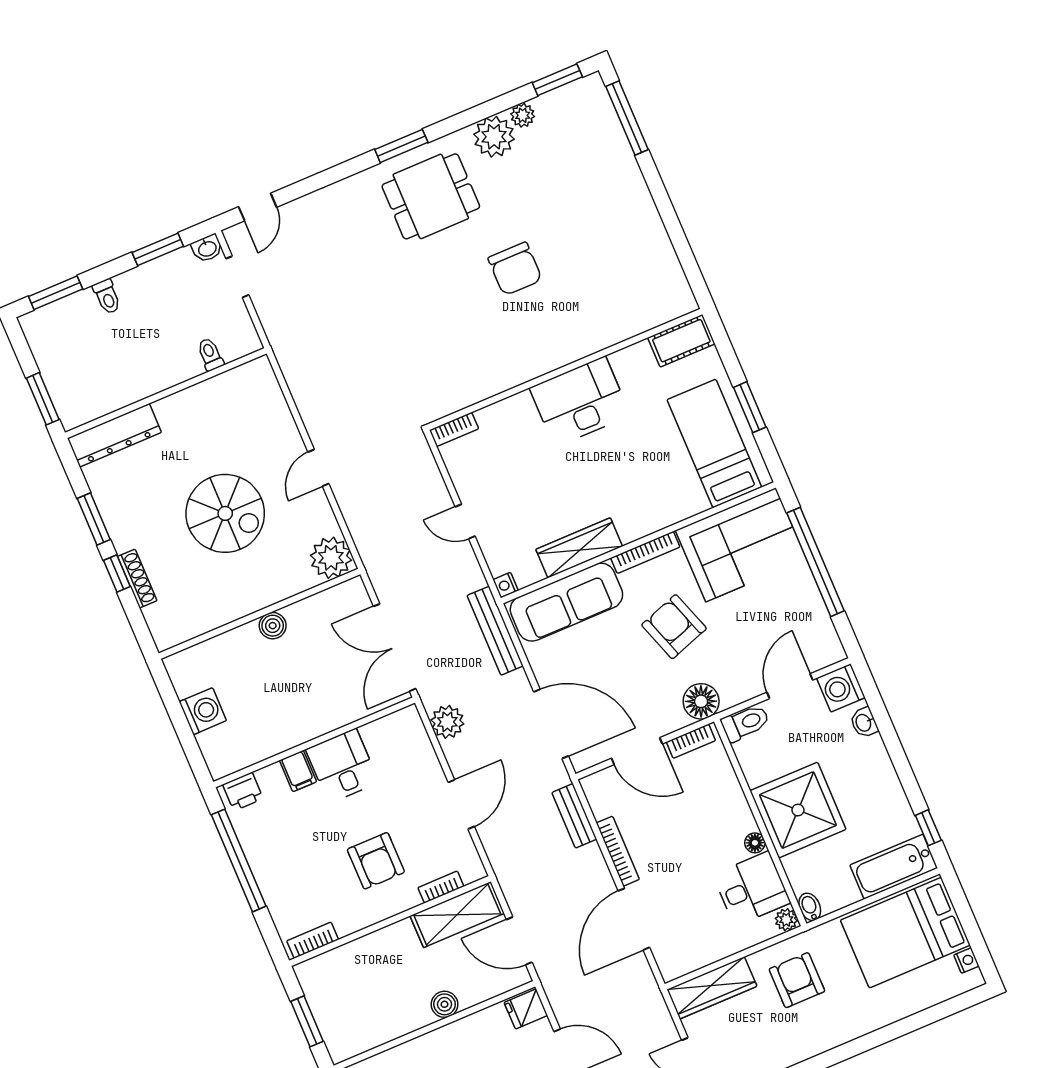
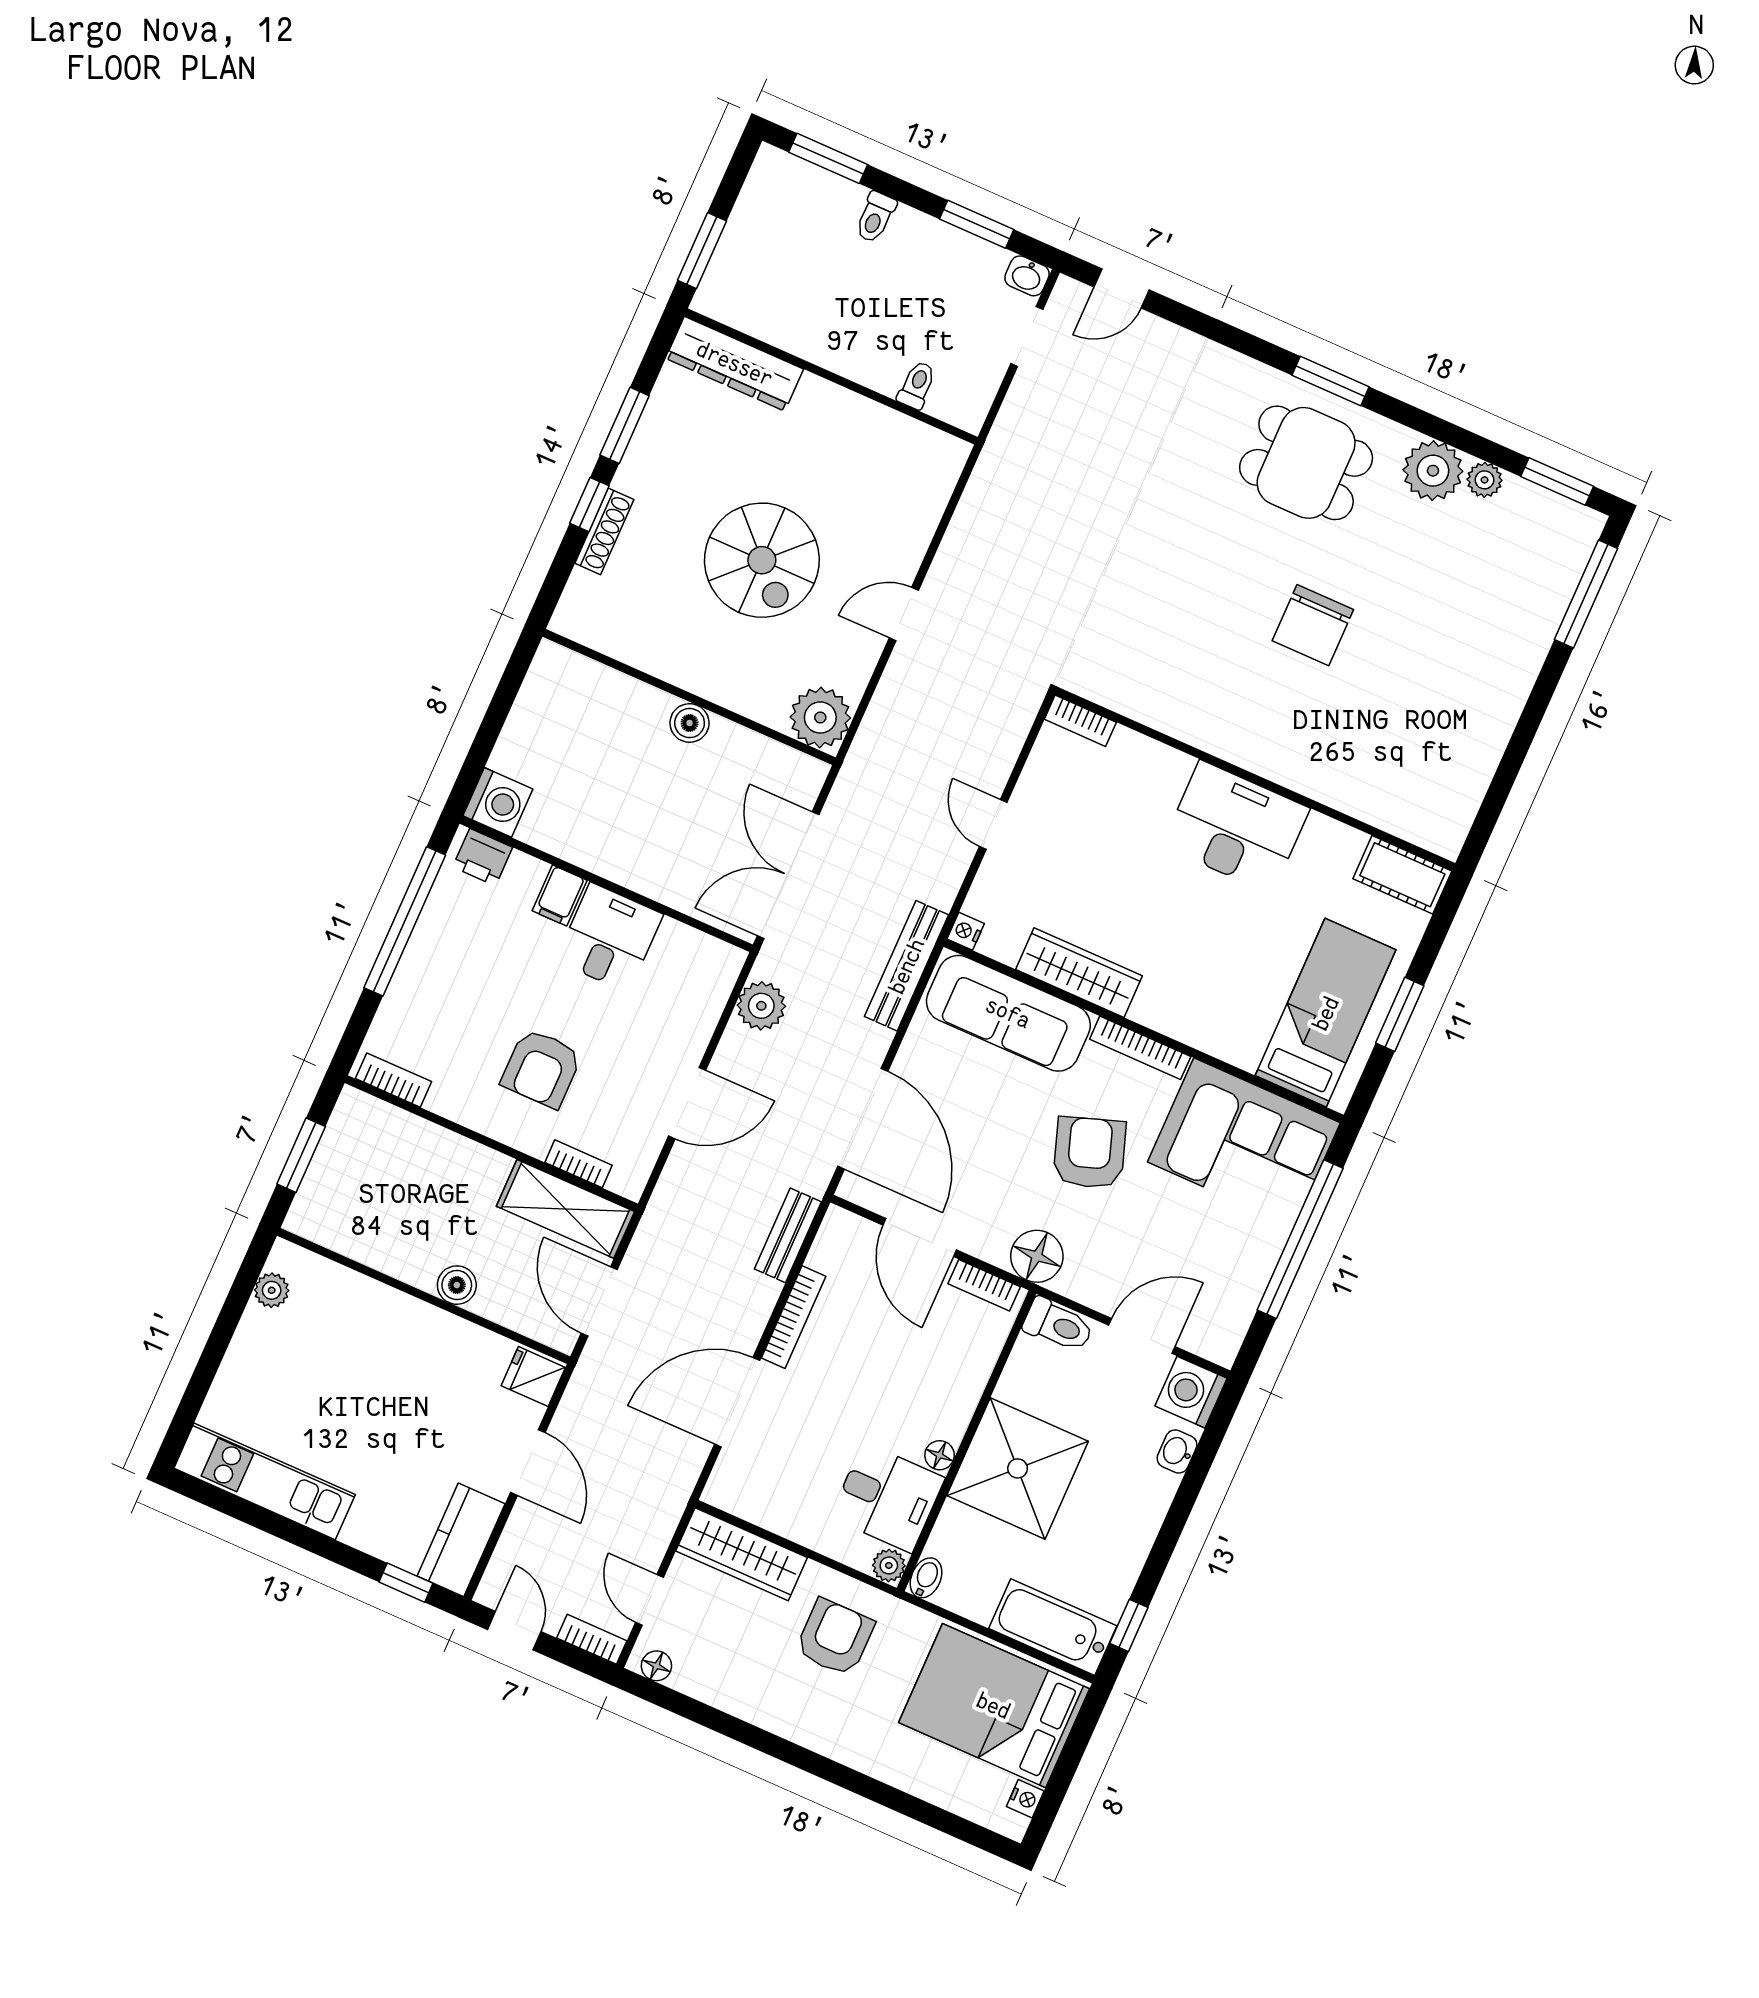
washing machine: (203, 711) -> (498, 802), moved

